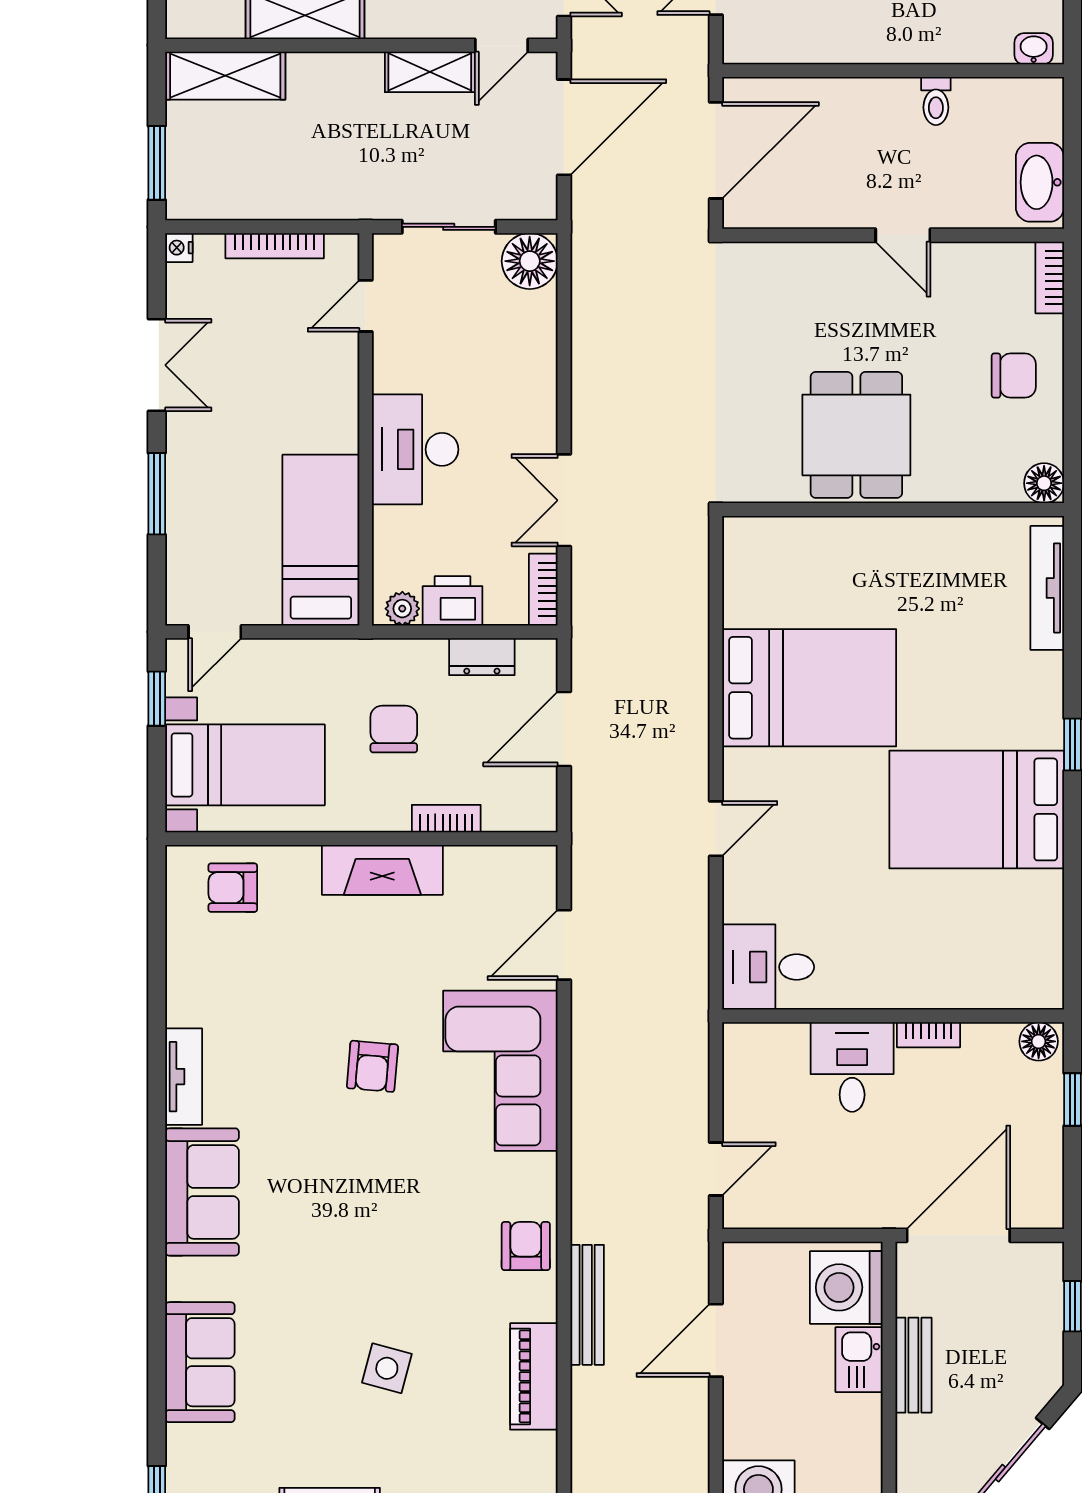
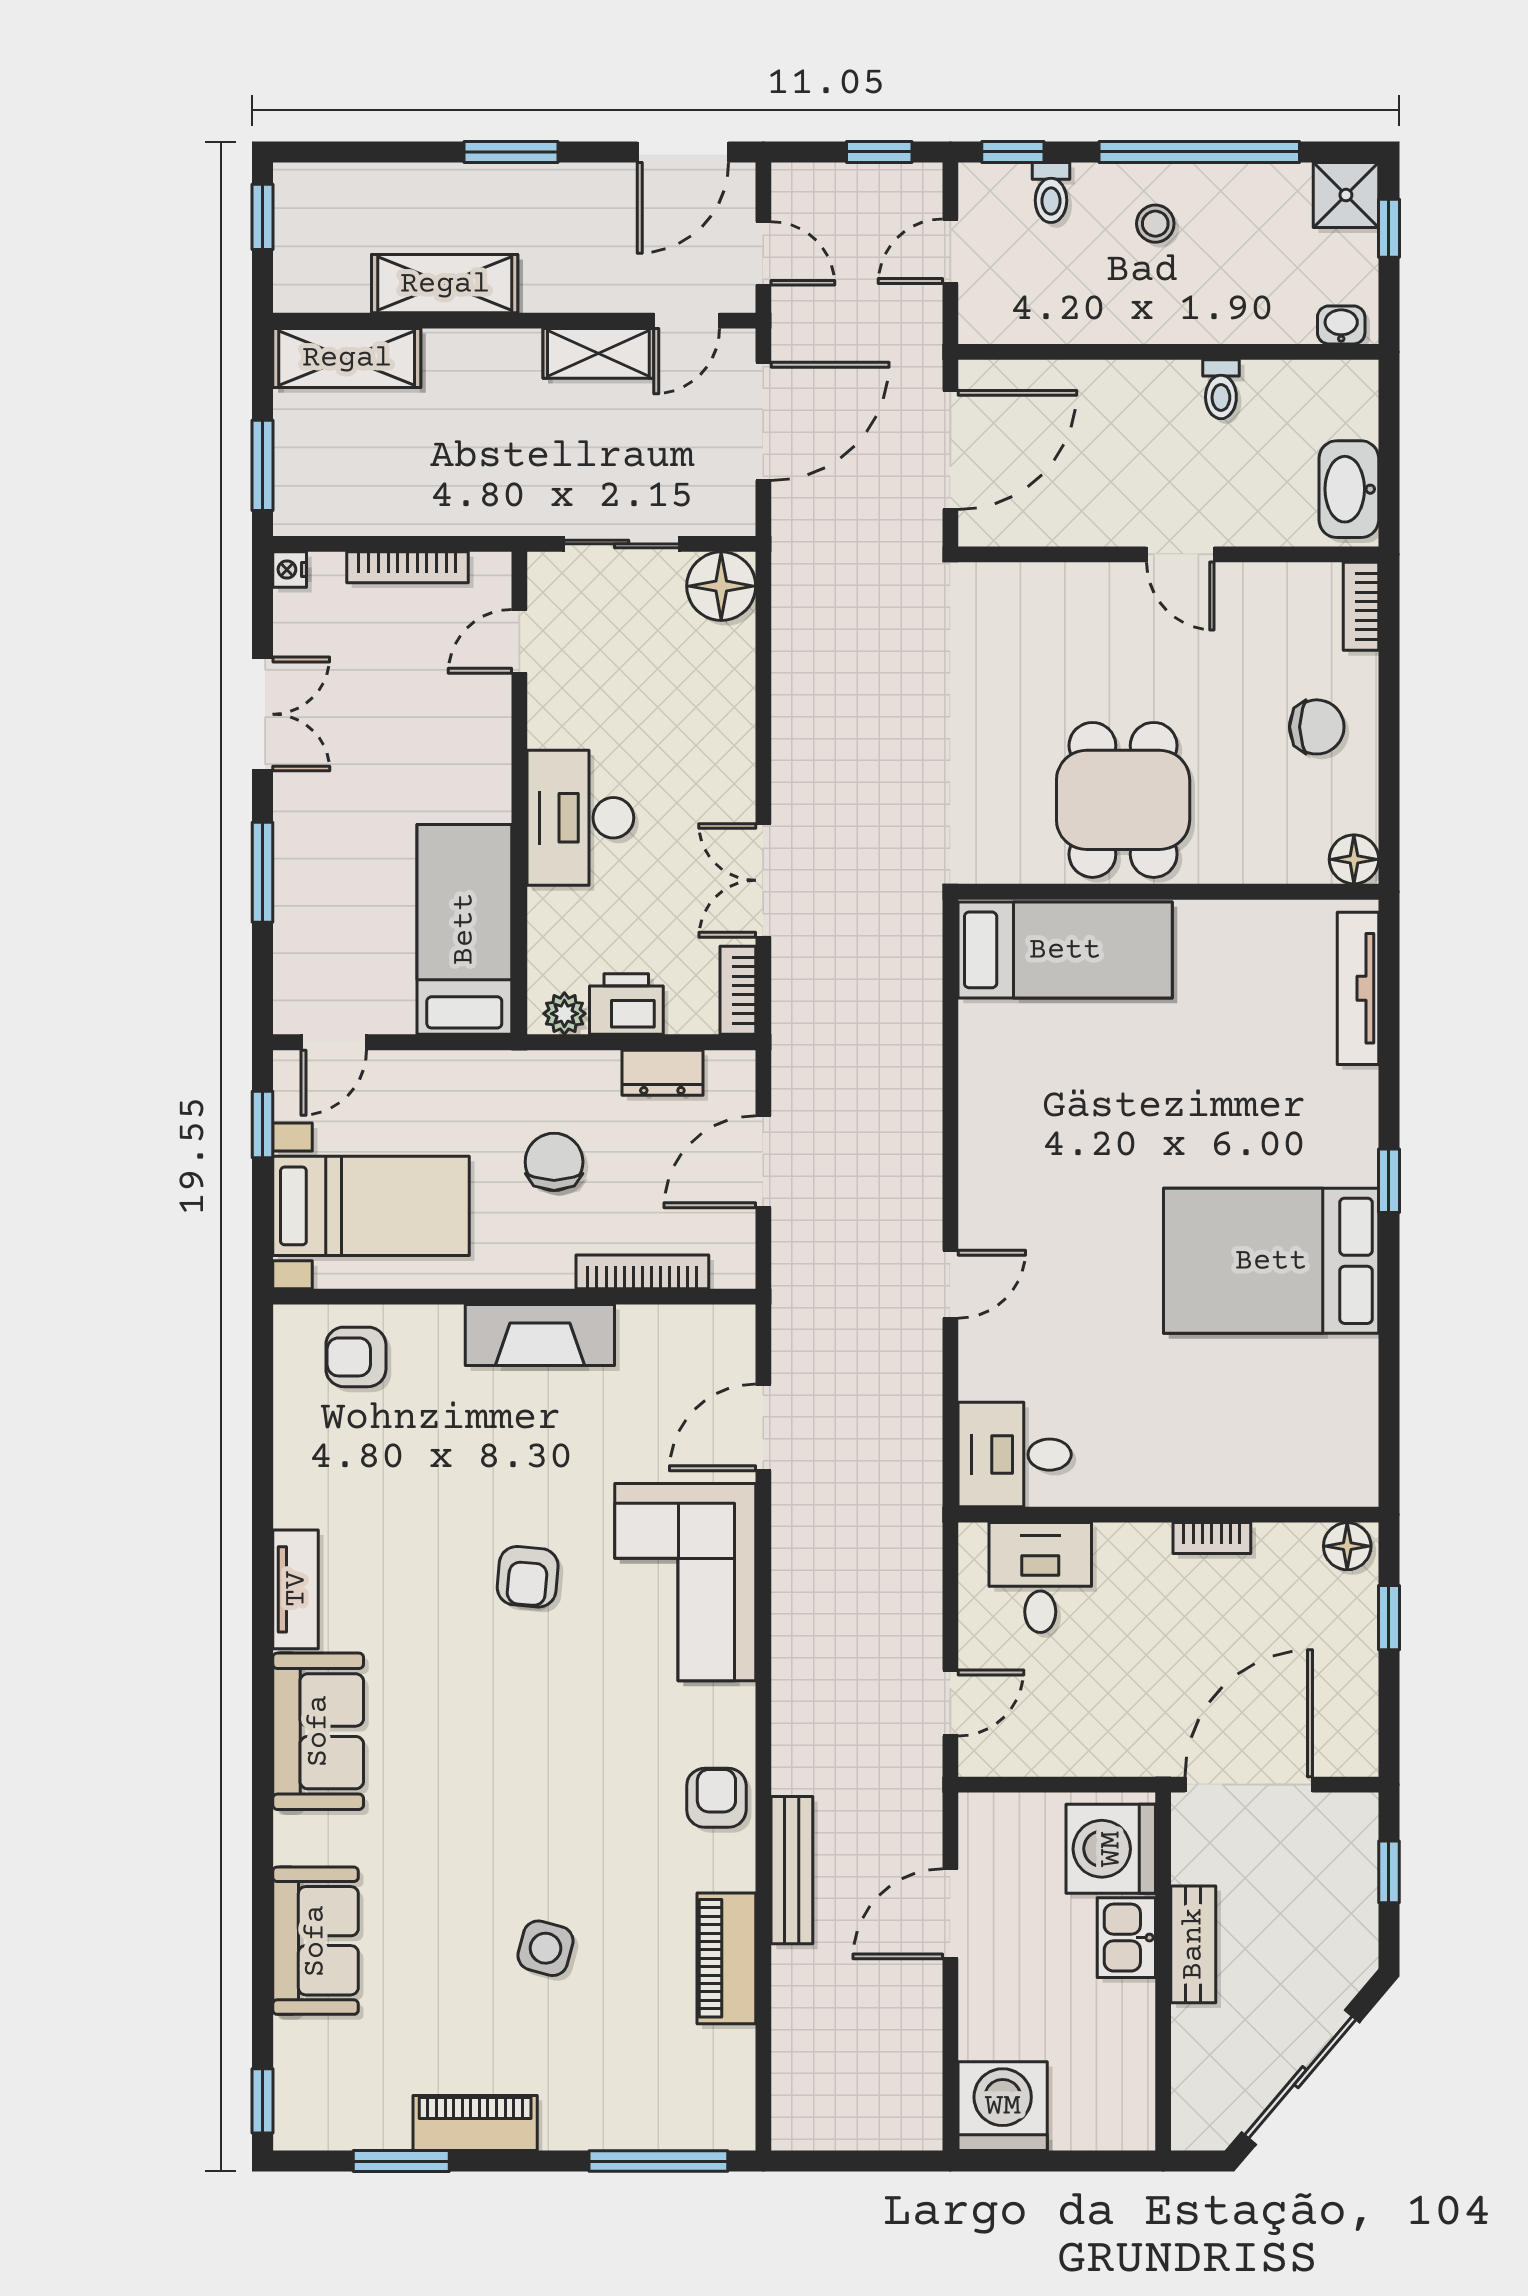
bed: (809, 688) -> (1065, 950), moved, width x0.67
bookcase: (446, 819) -> (642, 1272), width x1.56
desk: (852, 1067) -> (1040, 1578), moved

